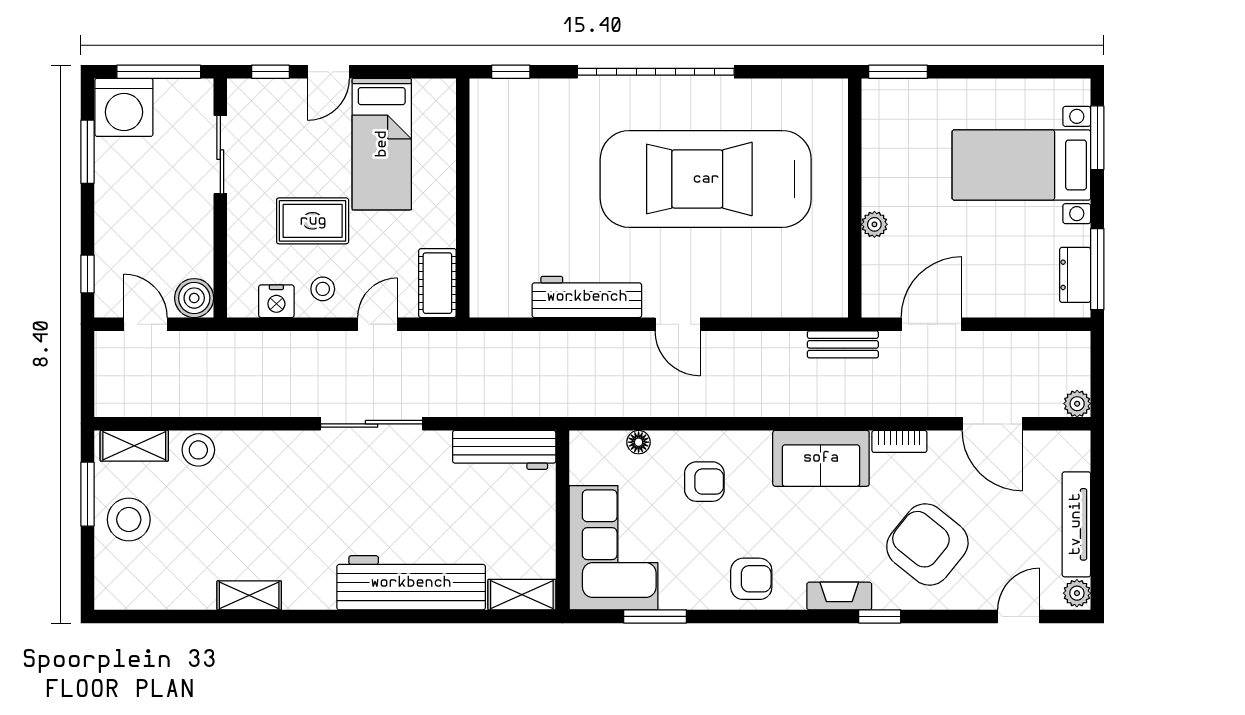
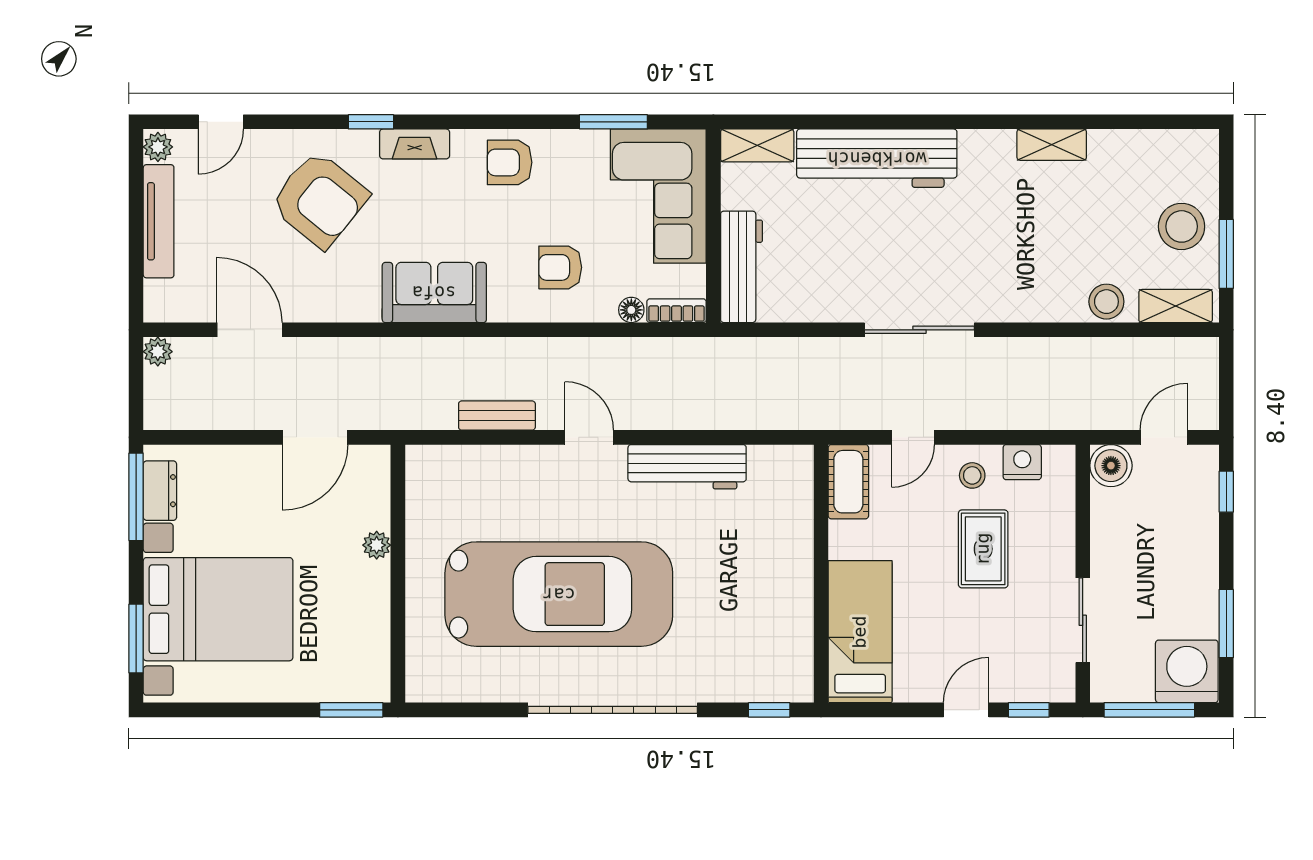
bed: (382, 144) -> (860, 632), moved
bed with nightstands: (1021, 165) -> (218, 609), width x1.36
rug: (313, 221) -> (983, 549), turned 90
door: (145, 324) -> (1164, 437), swing flipped
bench: (843, 344) -> (497, 416), moved
bookcase: (899, 441) -> (677, 311), moved
workbench: (504, 450) -> (742, 267), moved, turned 90

